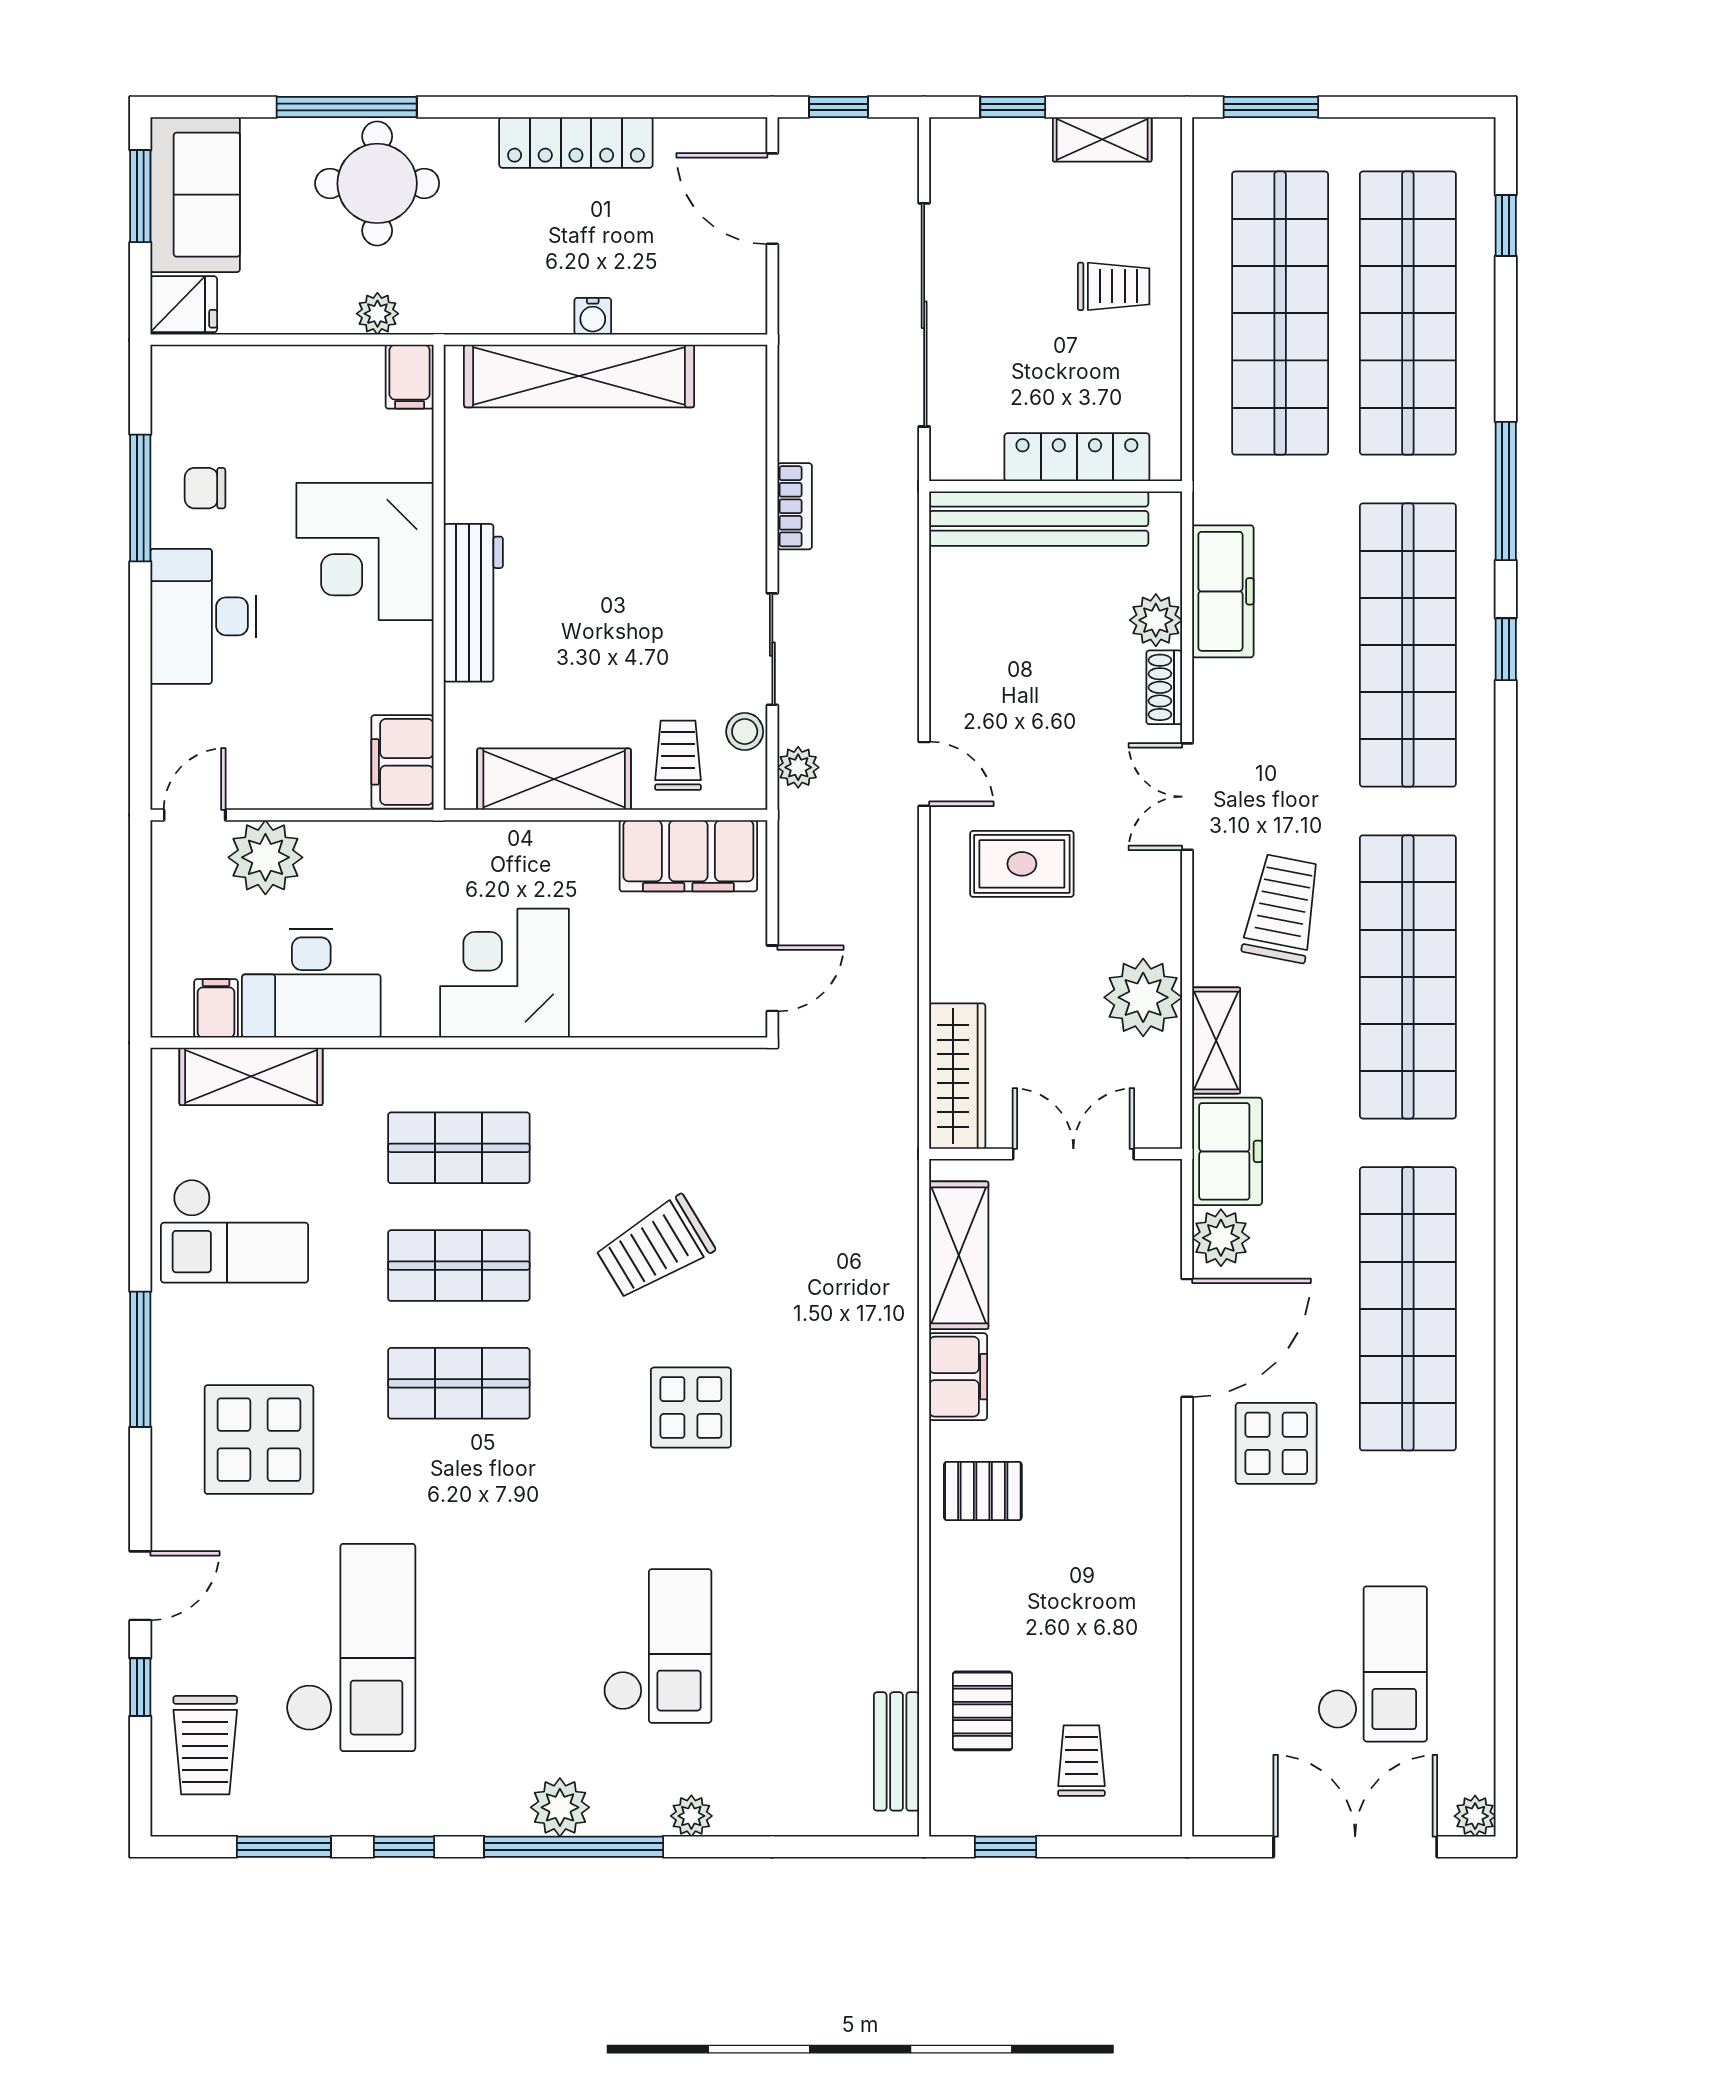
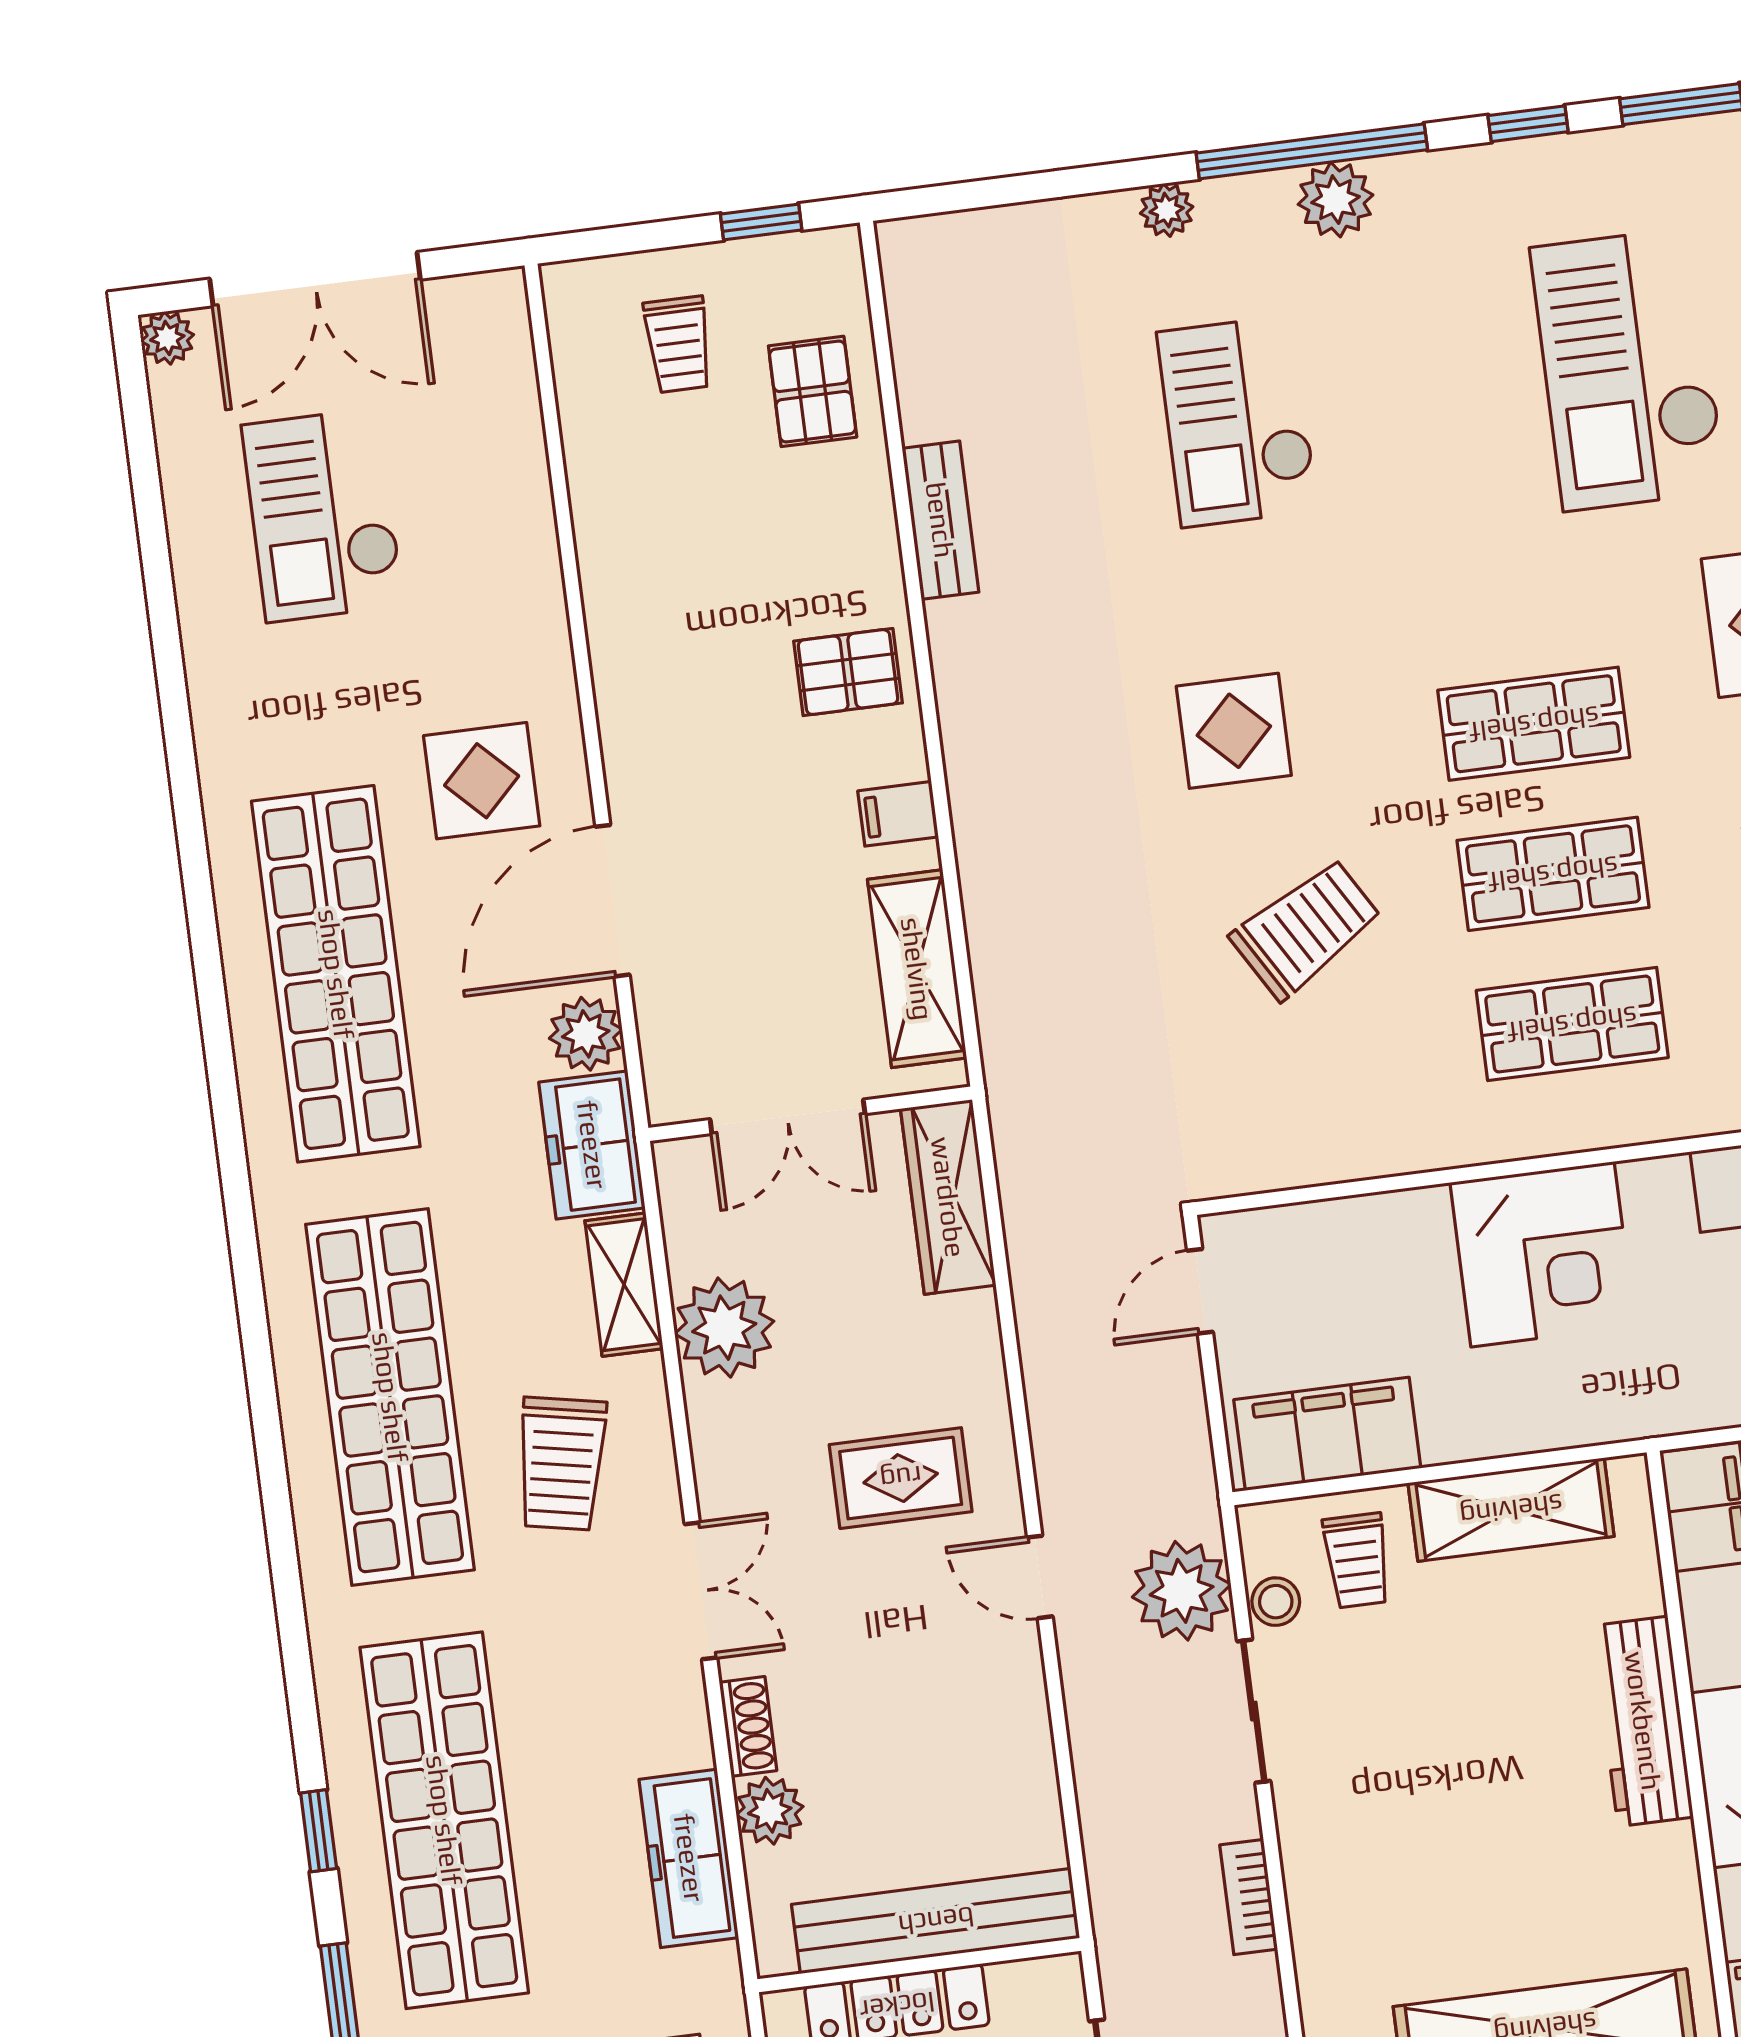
plant: (798, 767) -> (1182, 1591), width x1.87, depth x1.87
filing cabinet: (958, 1377) -> (898, 814), width x0.50
bench: (896, 1751) -> (940, 520), moved

